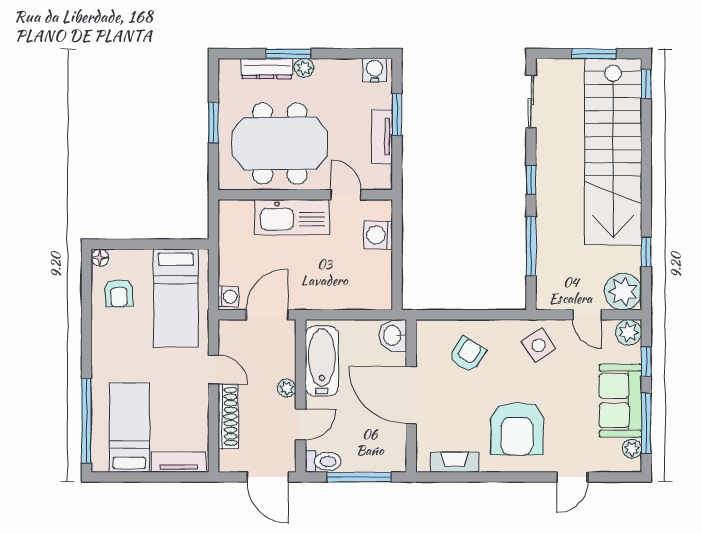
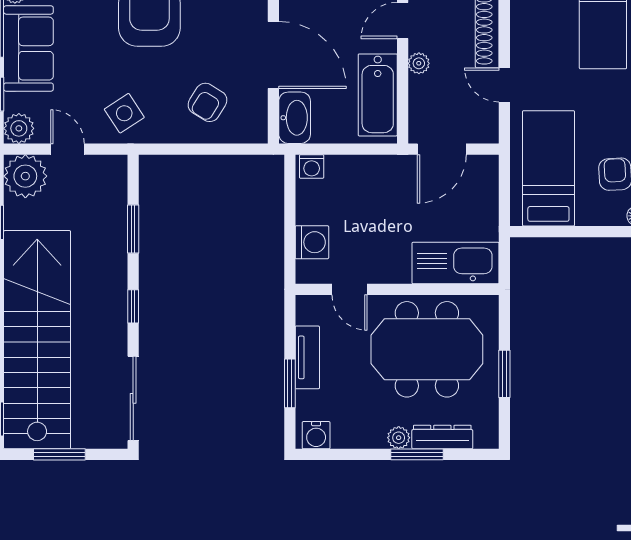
sliding door: (531, 102) -> (133, 398), width x1.37
kitchen sink: (292, 217) -> (456, 263), moved
window: (531, 246) -> (133, 229), width x0.69
washing machine: (228, 297) -> (312, 166), moved, turned -90
washbasin: (393, 335) -> (295, 118), width x1.38

